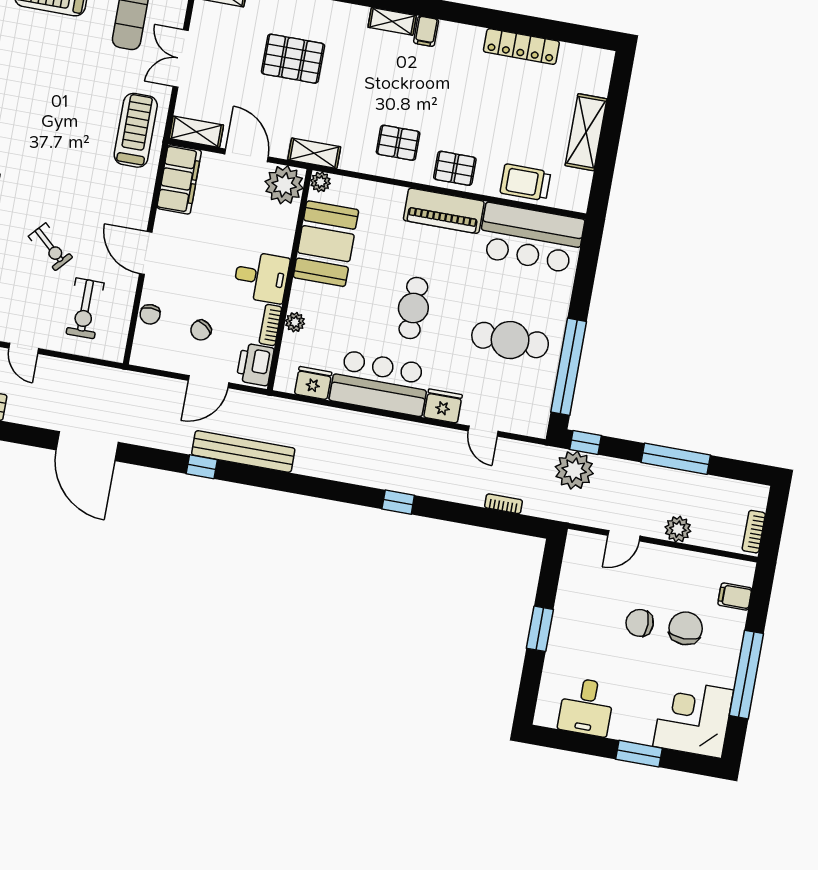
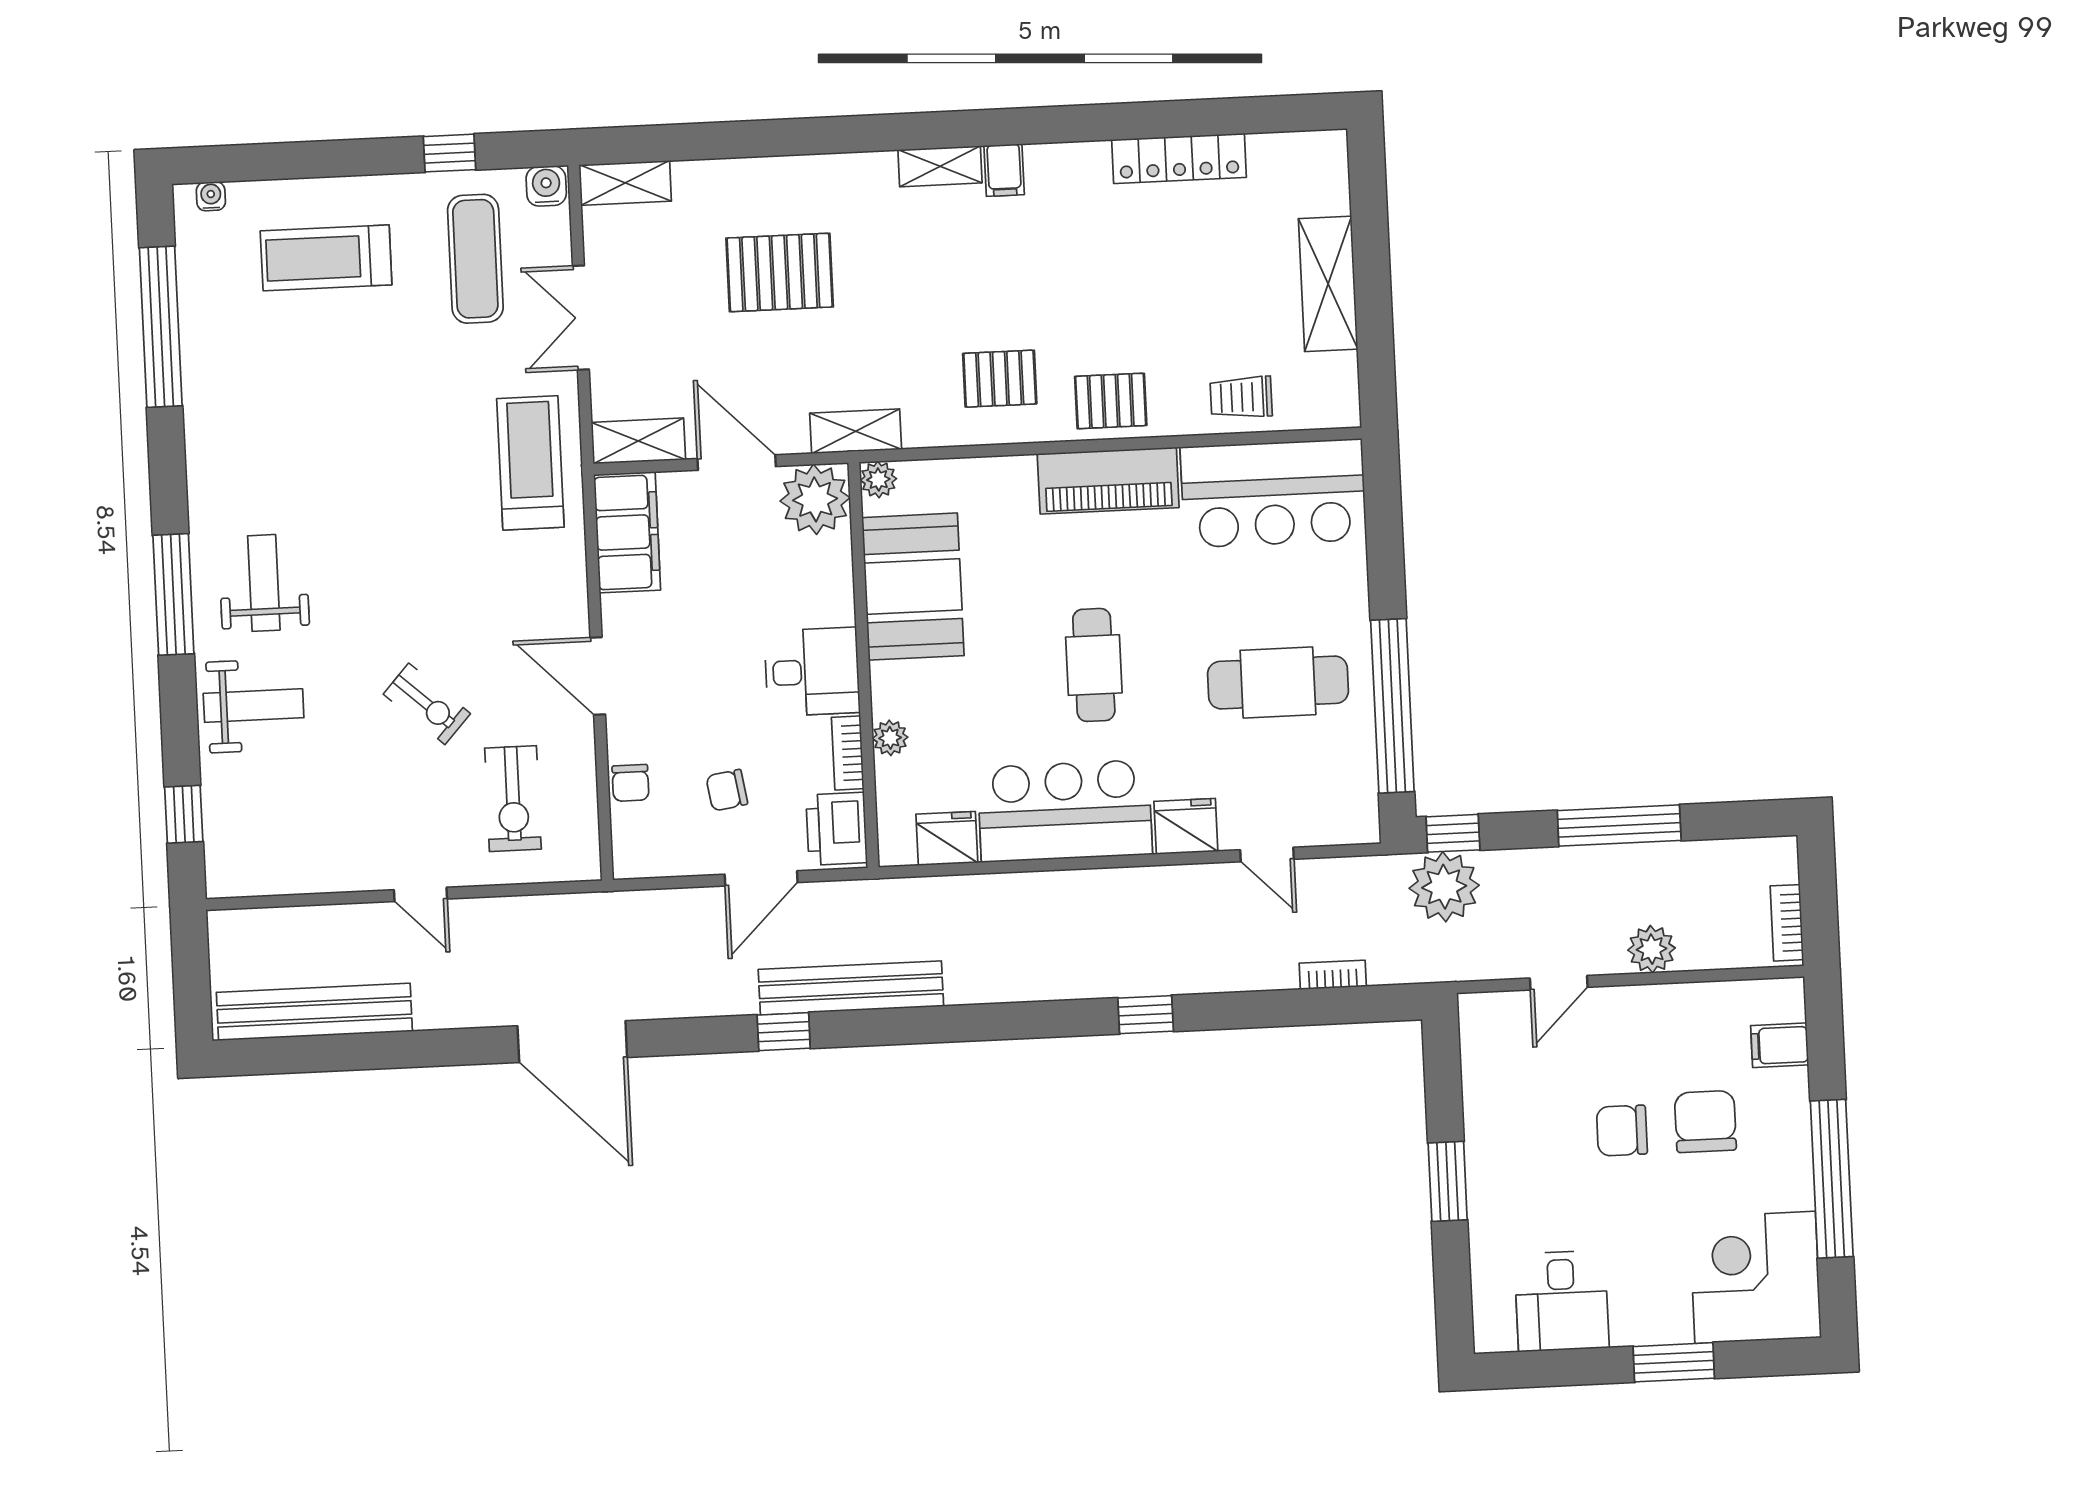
trolley: (525, 182) -> (1241, 397), width x0.73, depth x0.72
chair: (201, 330) -> (727, 790), turned 46

